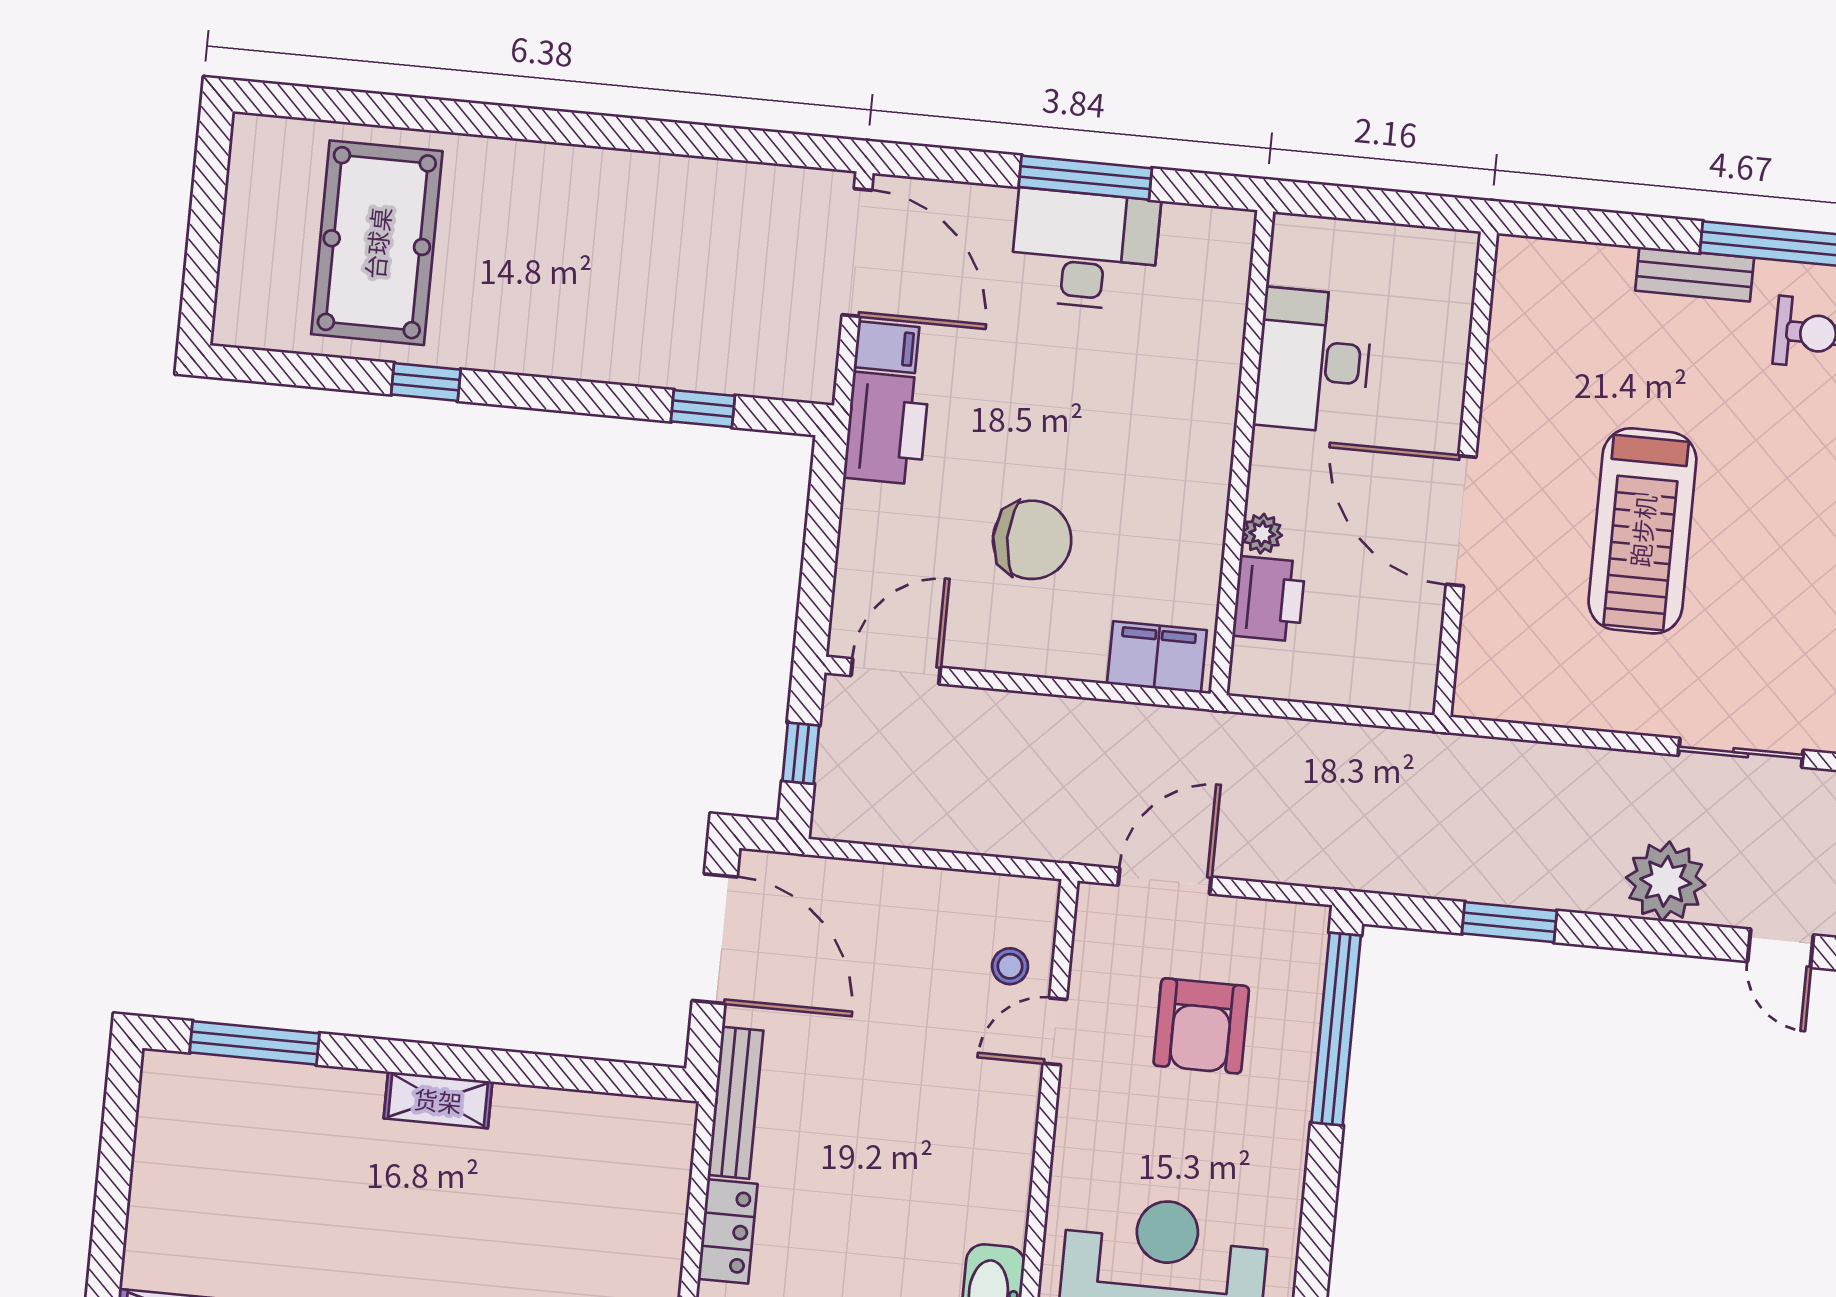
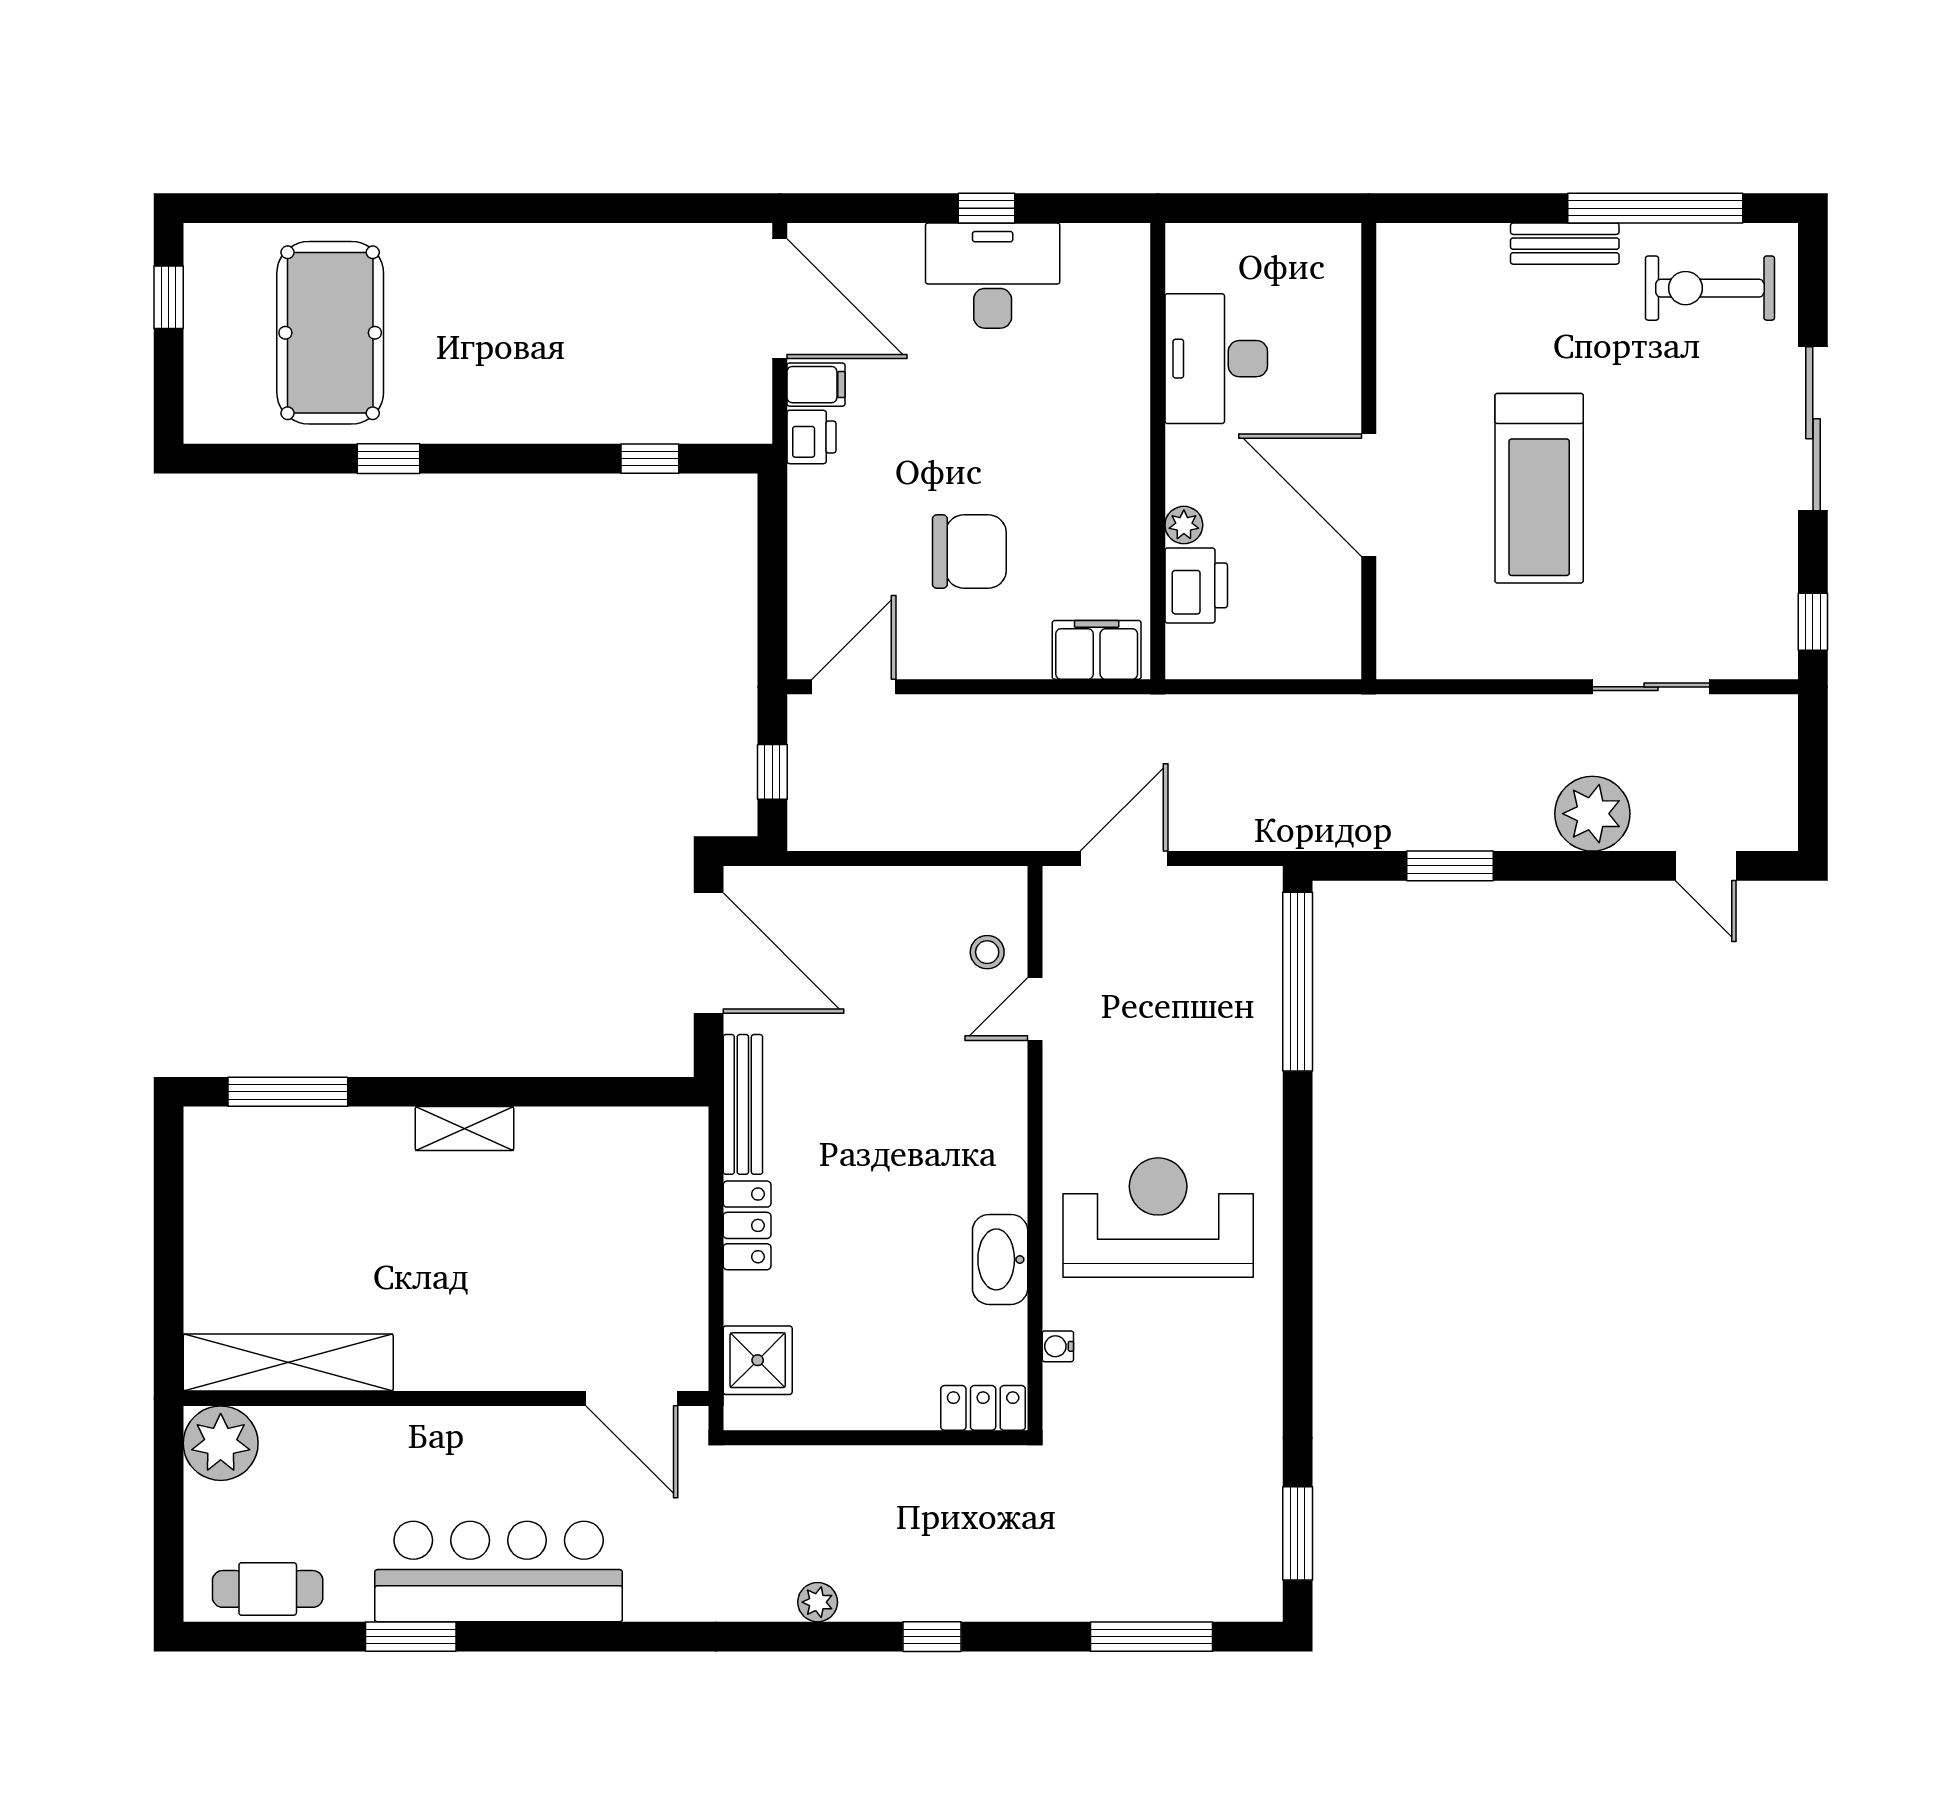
window: (1085, 178) -> (987, 208), width x0.46
window: (209, 189) -> (169, 297), added
printer: (886, 428) -> (811, 437), width x0.53, depth x0.68
armchair: (1201, 1026) -> (1171, 991), removed

